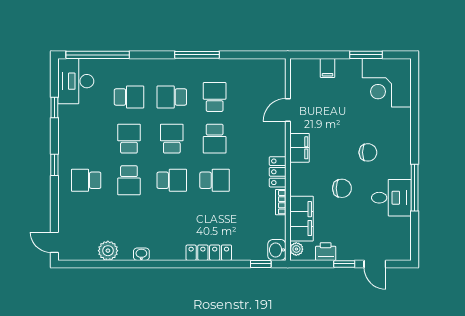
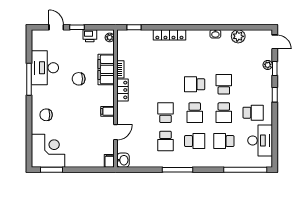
window: (366, 55) -> (51, 170), moved
filing cabinet: (328, 68) -> (109, 161), moved
desk: (76, 81) -> (260, 140), moved
window: (54, 108) -> (275, 68), moved
filing cabinet: (300, 148) -> (108, 111), width x0.50
chair: (368, 152) -> (46, 115), moved
school desk: (86, 180) -> (253, 113), moved
school desk: (215, 180) -> (165, 84), removed
desk: (391, 198) -> (45, 68), width x1.37
plant: (65, 209) -> (268, 65), added
filing cabinet: (302, 219) -> (106, 69), moved
washbasin: (277, 250) -> (123, 160), moved

